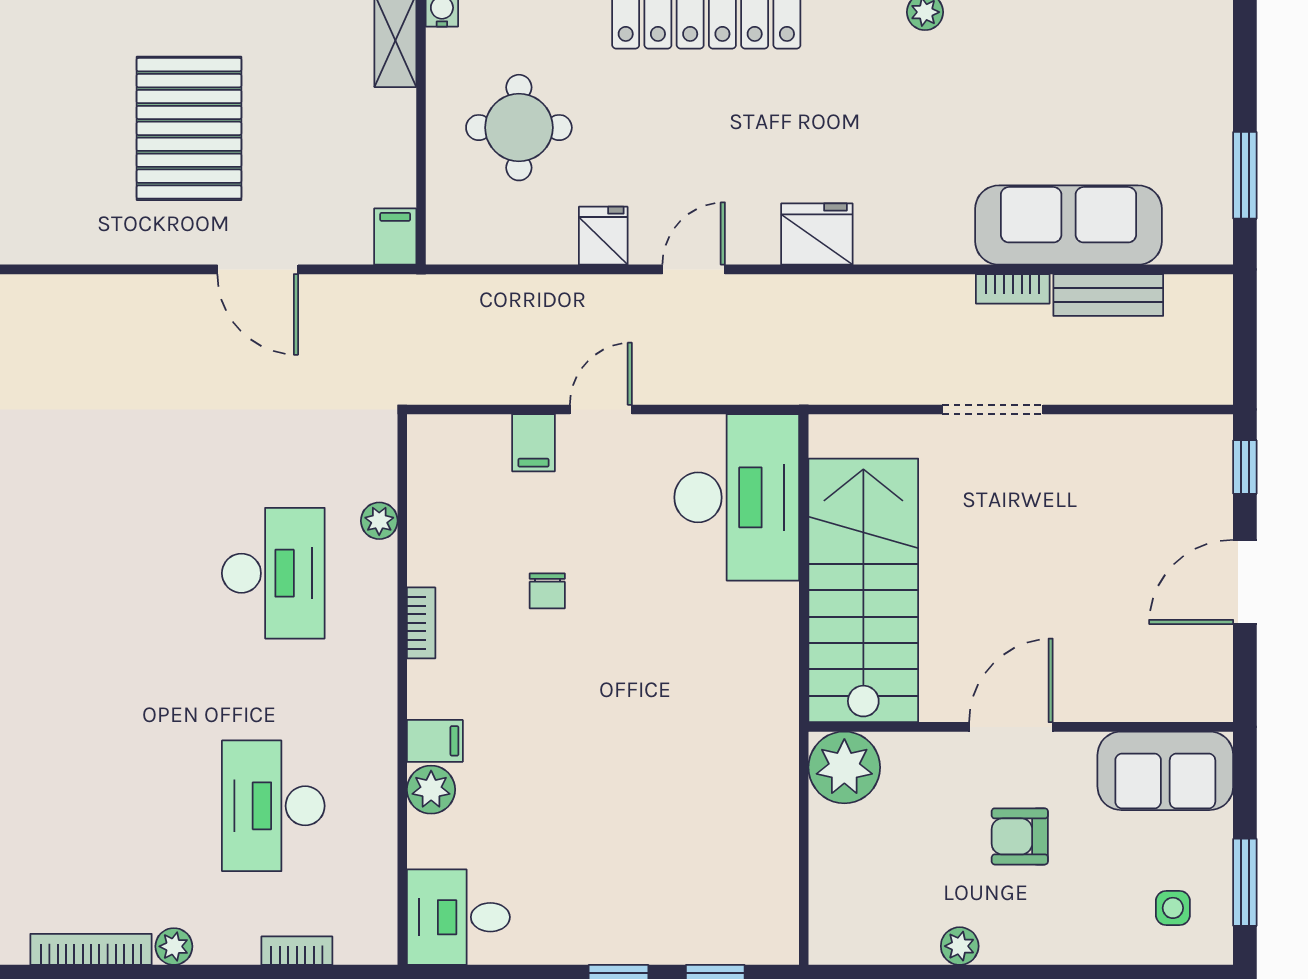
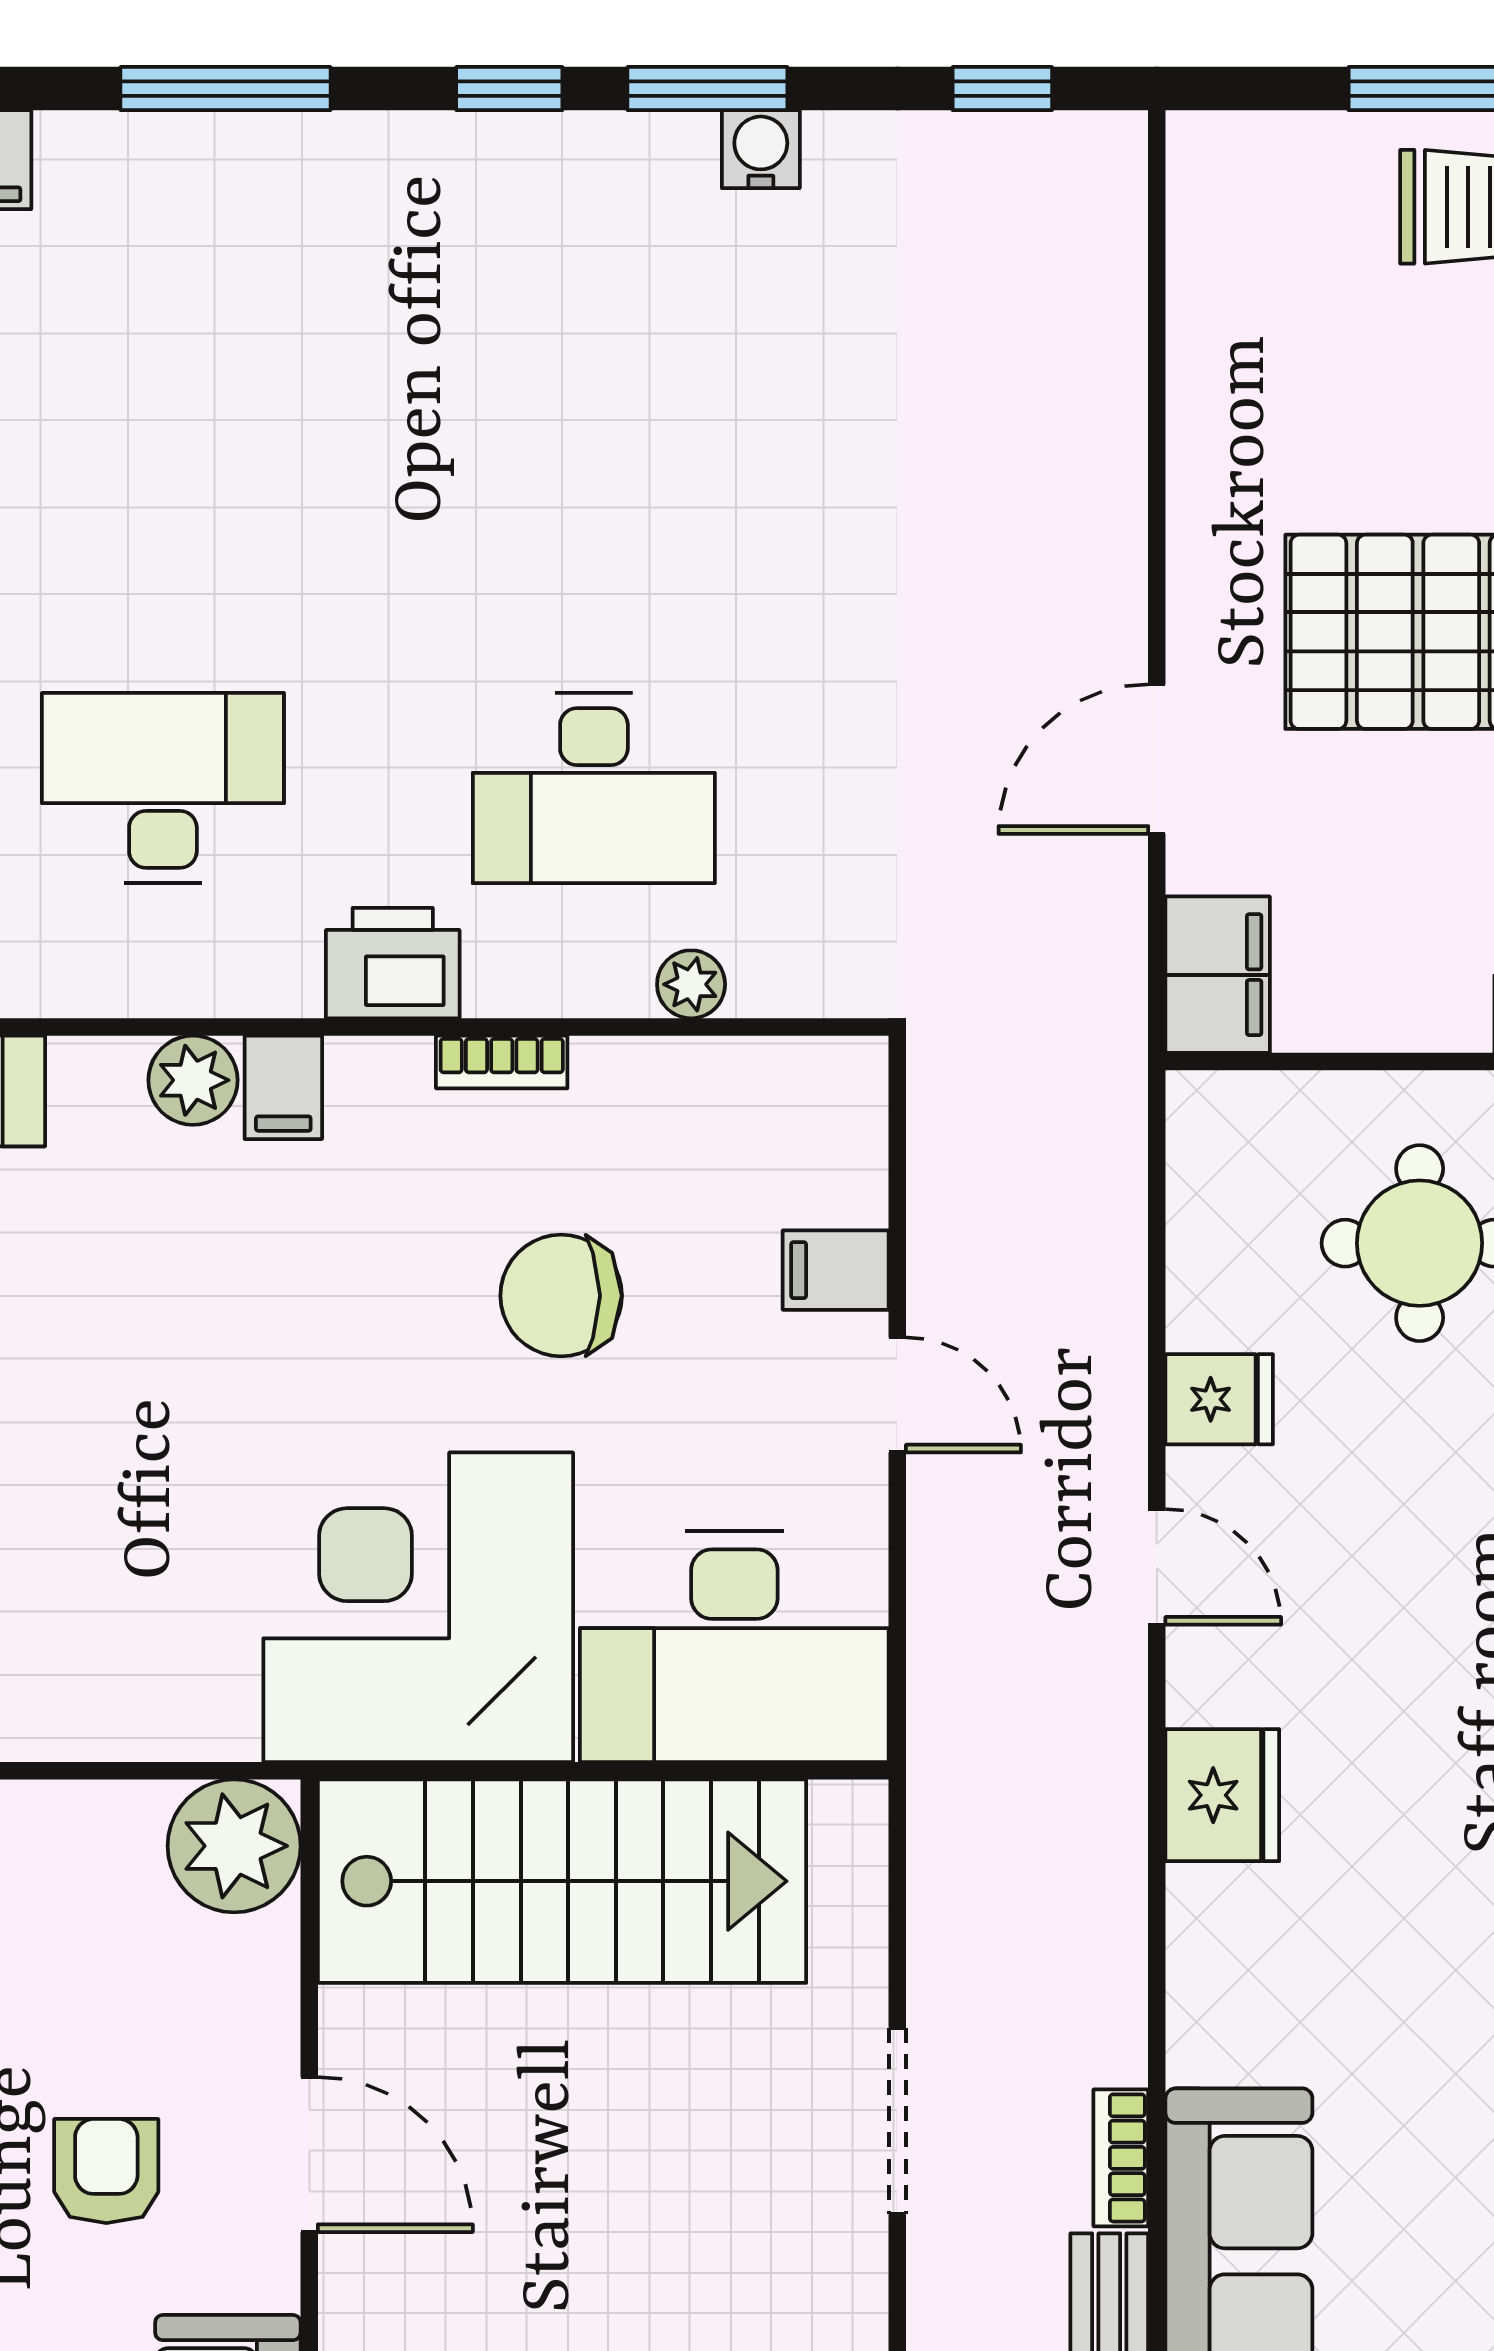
filing cabinet: (395, 237) -> (1218, 975), width x2.00
chair: (547, 591) -> (561, 1296), width x1.87, depth x1.87
corner desk: (715, 668) -> (418, 1607), added
printer: (368, 682) -> (393, 963), added

